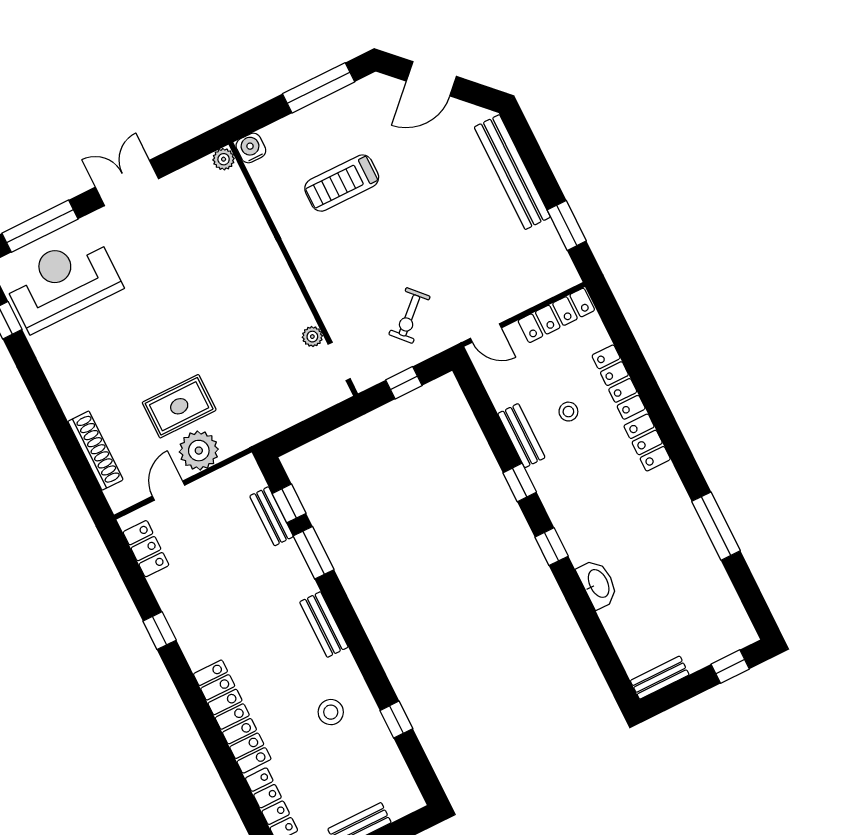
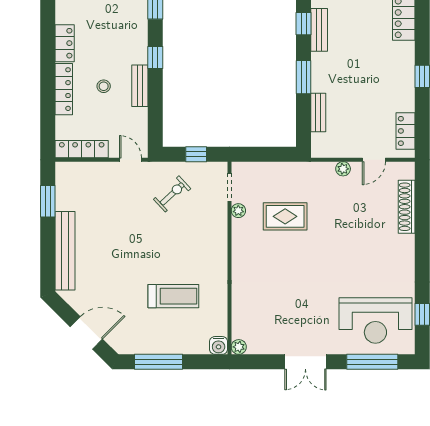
rug: (179, 406) -> (285, 216), moved
plant: (199, 451) -> (343, 169), width x0.53, depth x0.53
window: (289, 503) -> (304, 24), moved

